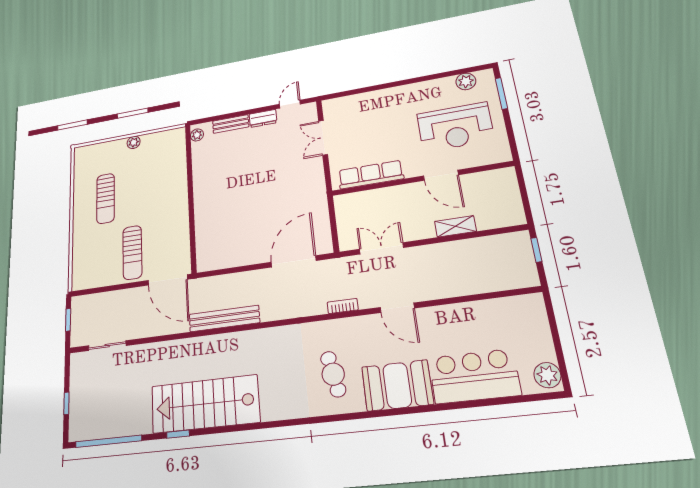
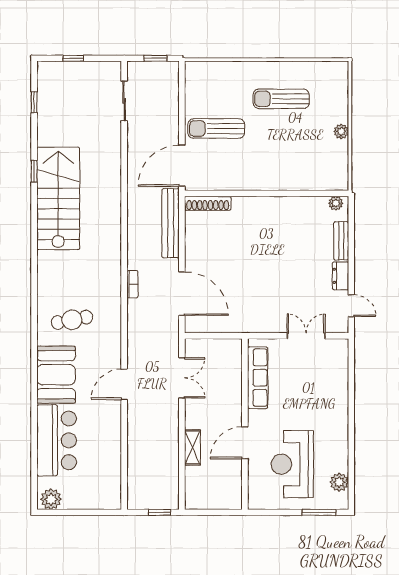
shoe rack: (203, 250) -> (208, 203), added
bookcase: (343, 306) -> (132, 284), moved
bench: (224, 319) -> (171, 223), moved
window: (108, 441) -> (34, 102), width x0.32

